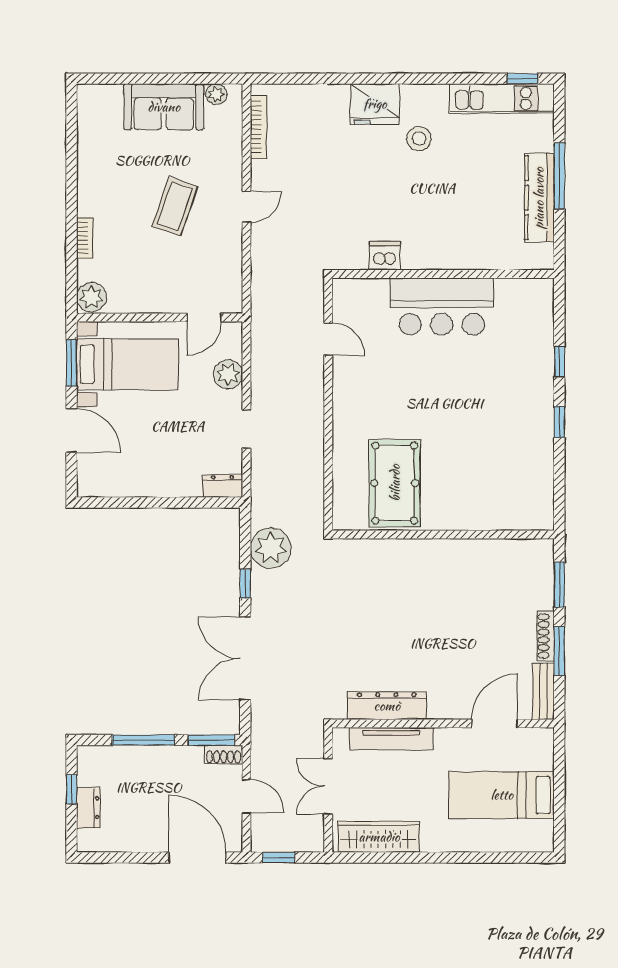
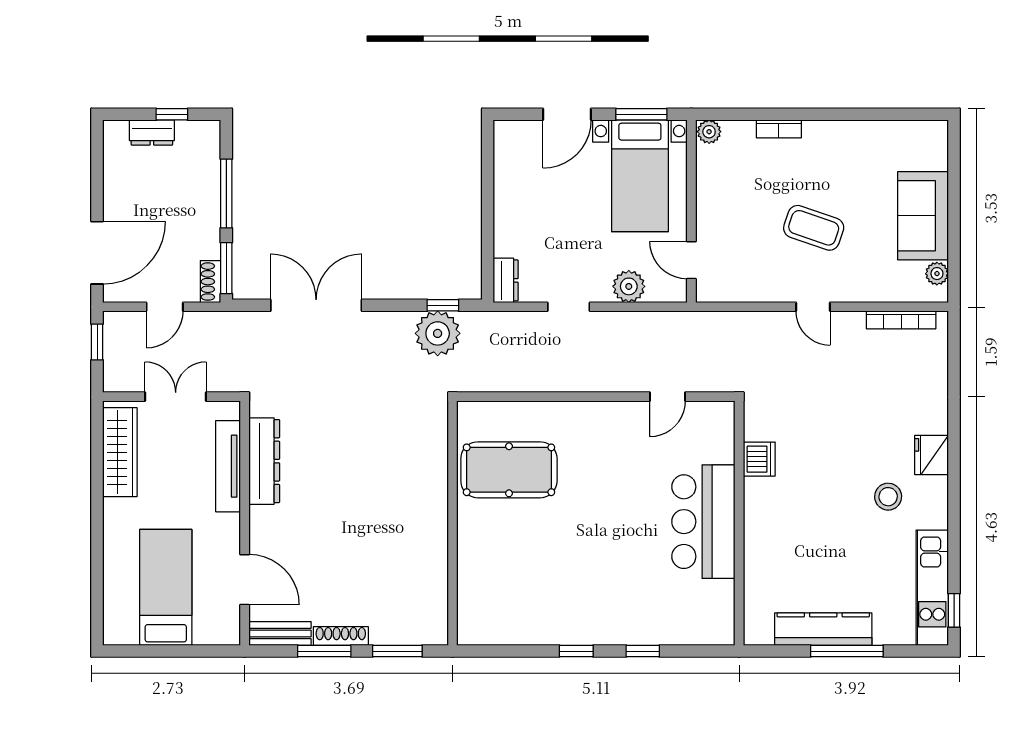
fridge: (375, 104) -> (932, 455), width x0.73, depth x0.75
plant: (91, 297) -> (709, 132), width x0.73, depth x0.73
window: (245, 584) -> (443, 305), moved

